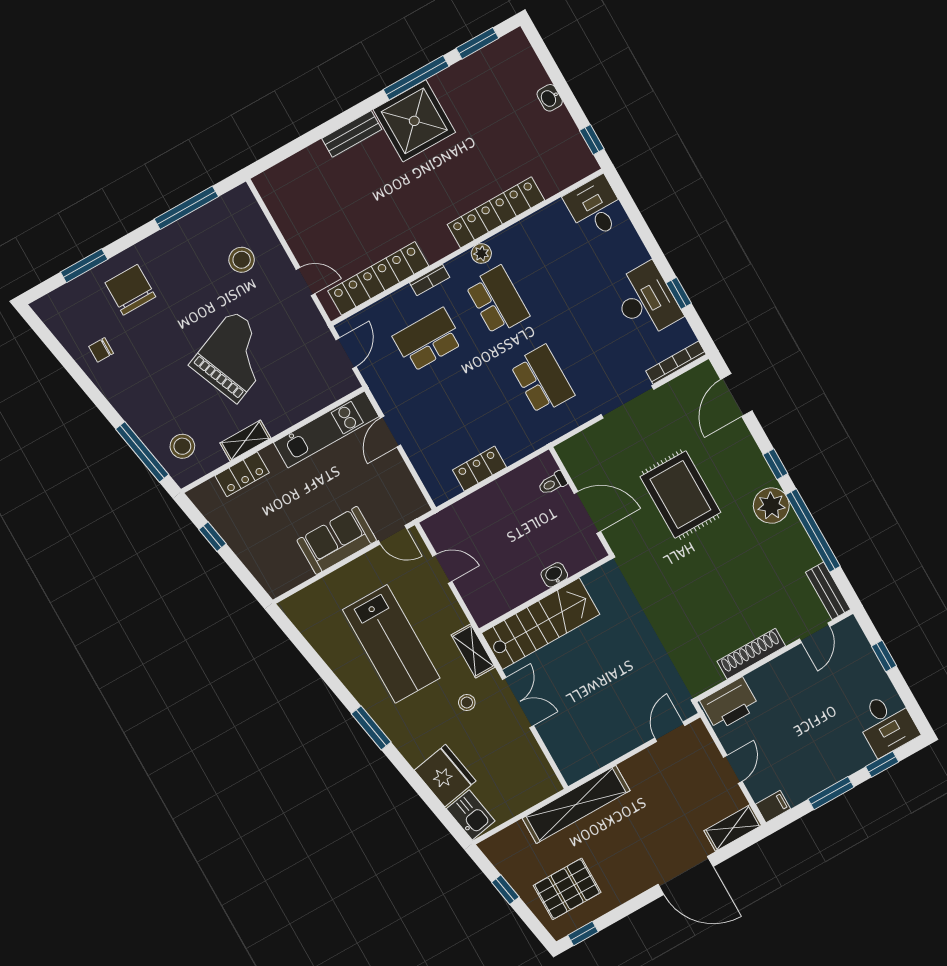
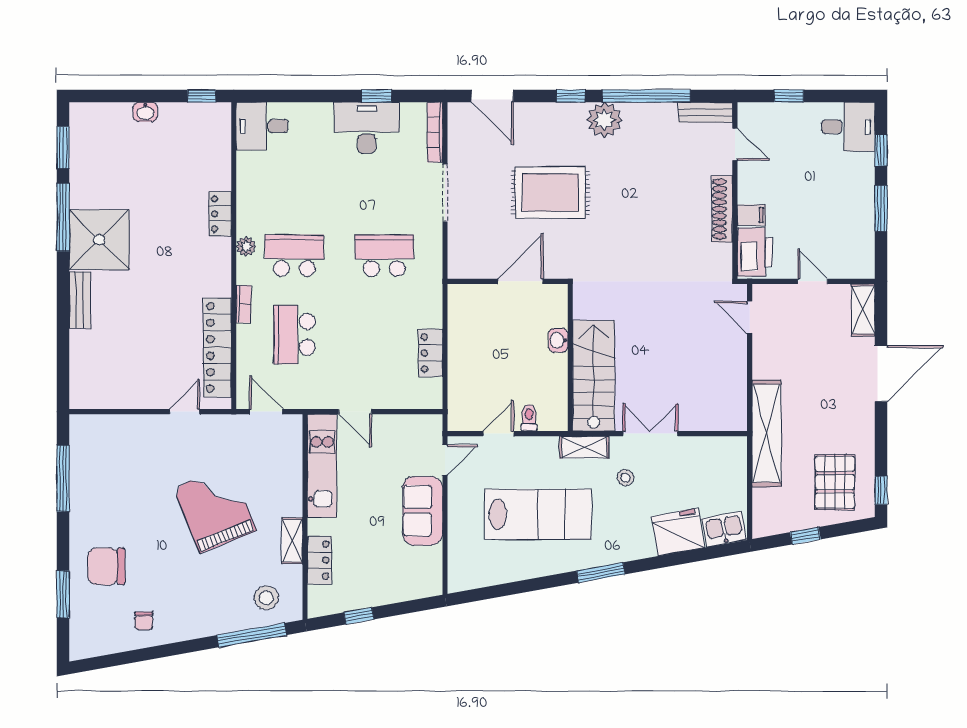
locker: (496, 212) -> (220, 214), width x0.46, depth x0.83
stool: (242, 260) -> (135, 456), removed
toilet: (552, 483) -> (529, 418), moved, turned 180
filing cabinet: (773, 807) -> (751, 215), moved, turned 90

